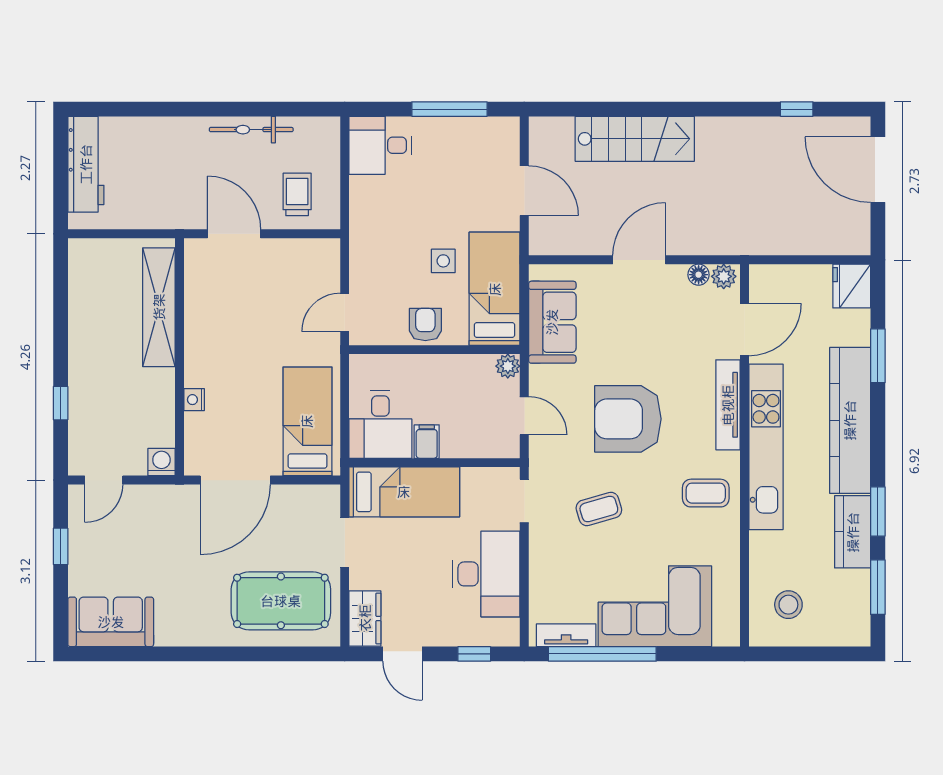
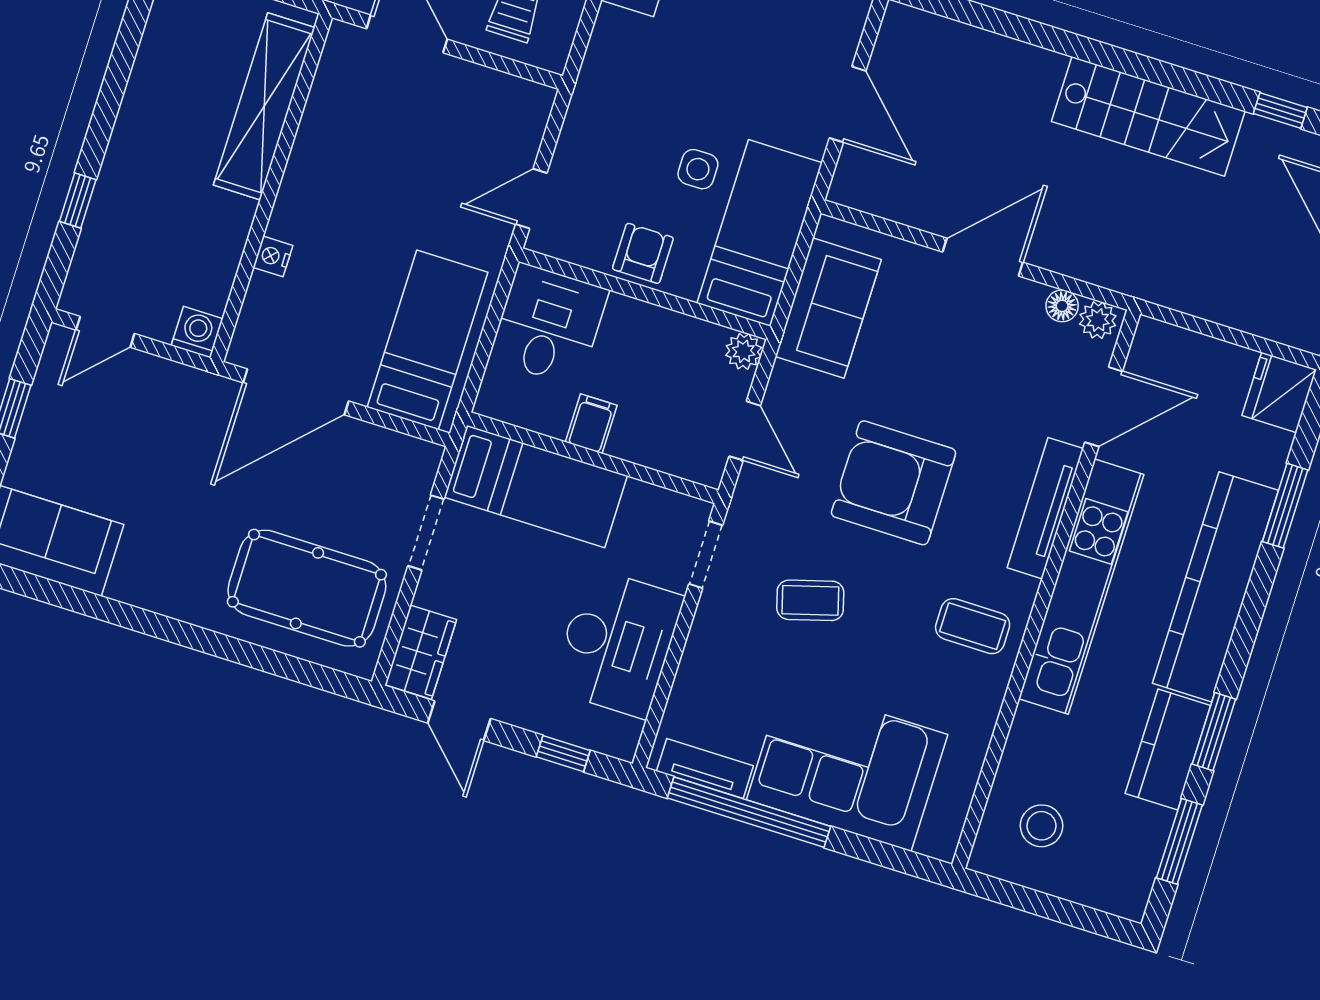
stairs: (635, 139) -> (1148, 116), moved
desk: (380, 424) -> (549, 325), moved, turned 180

